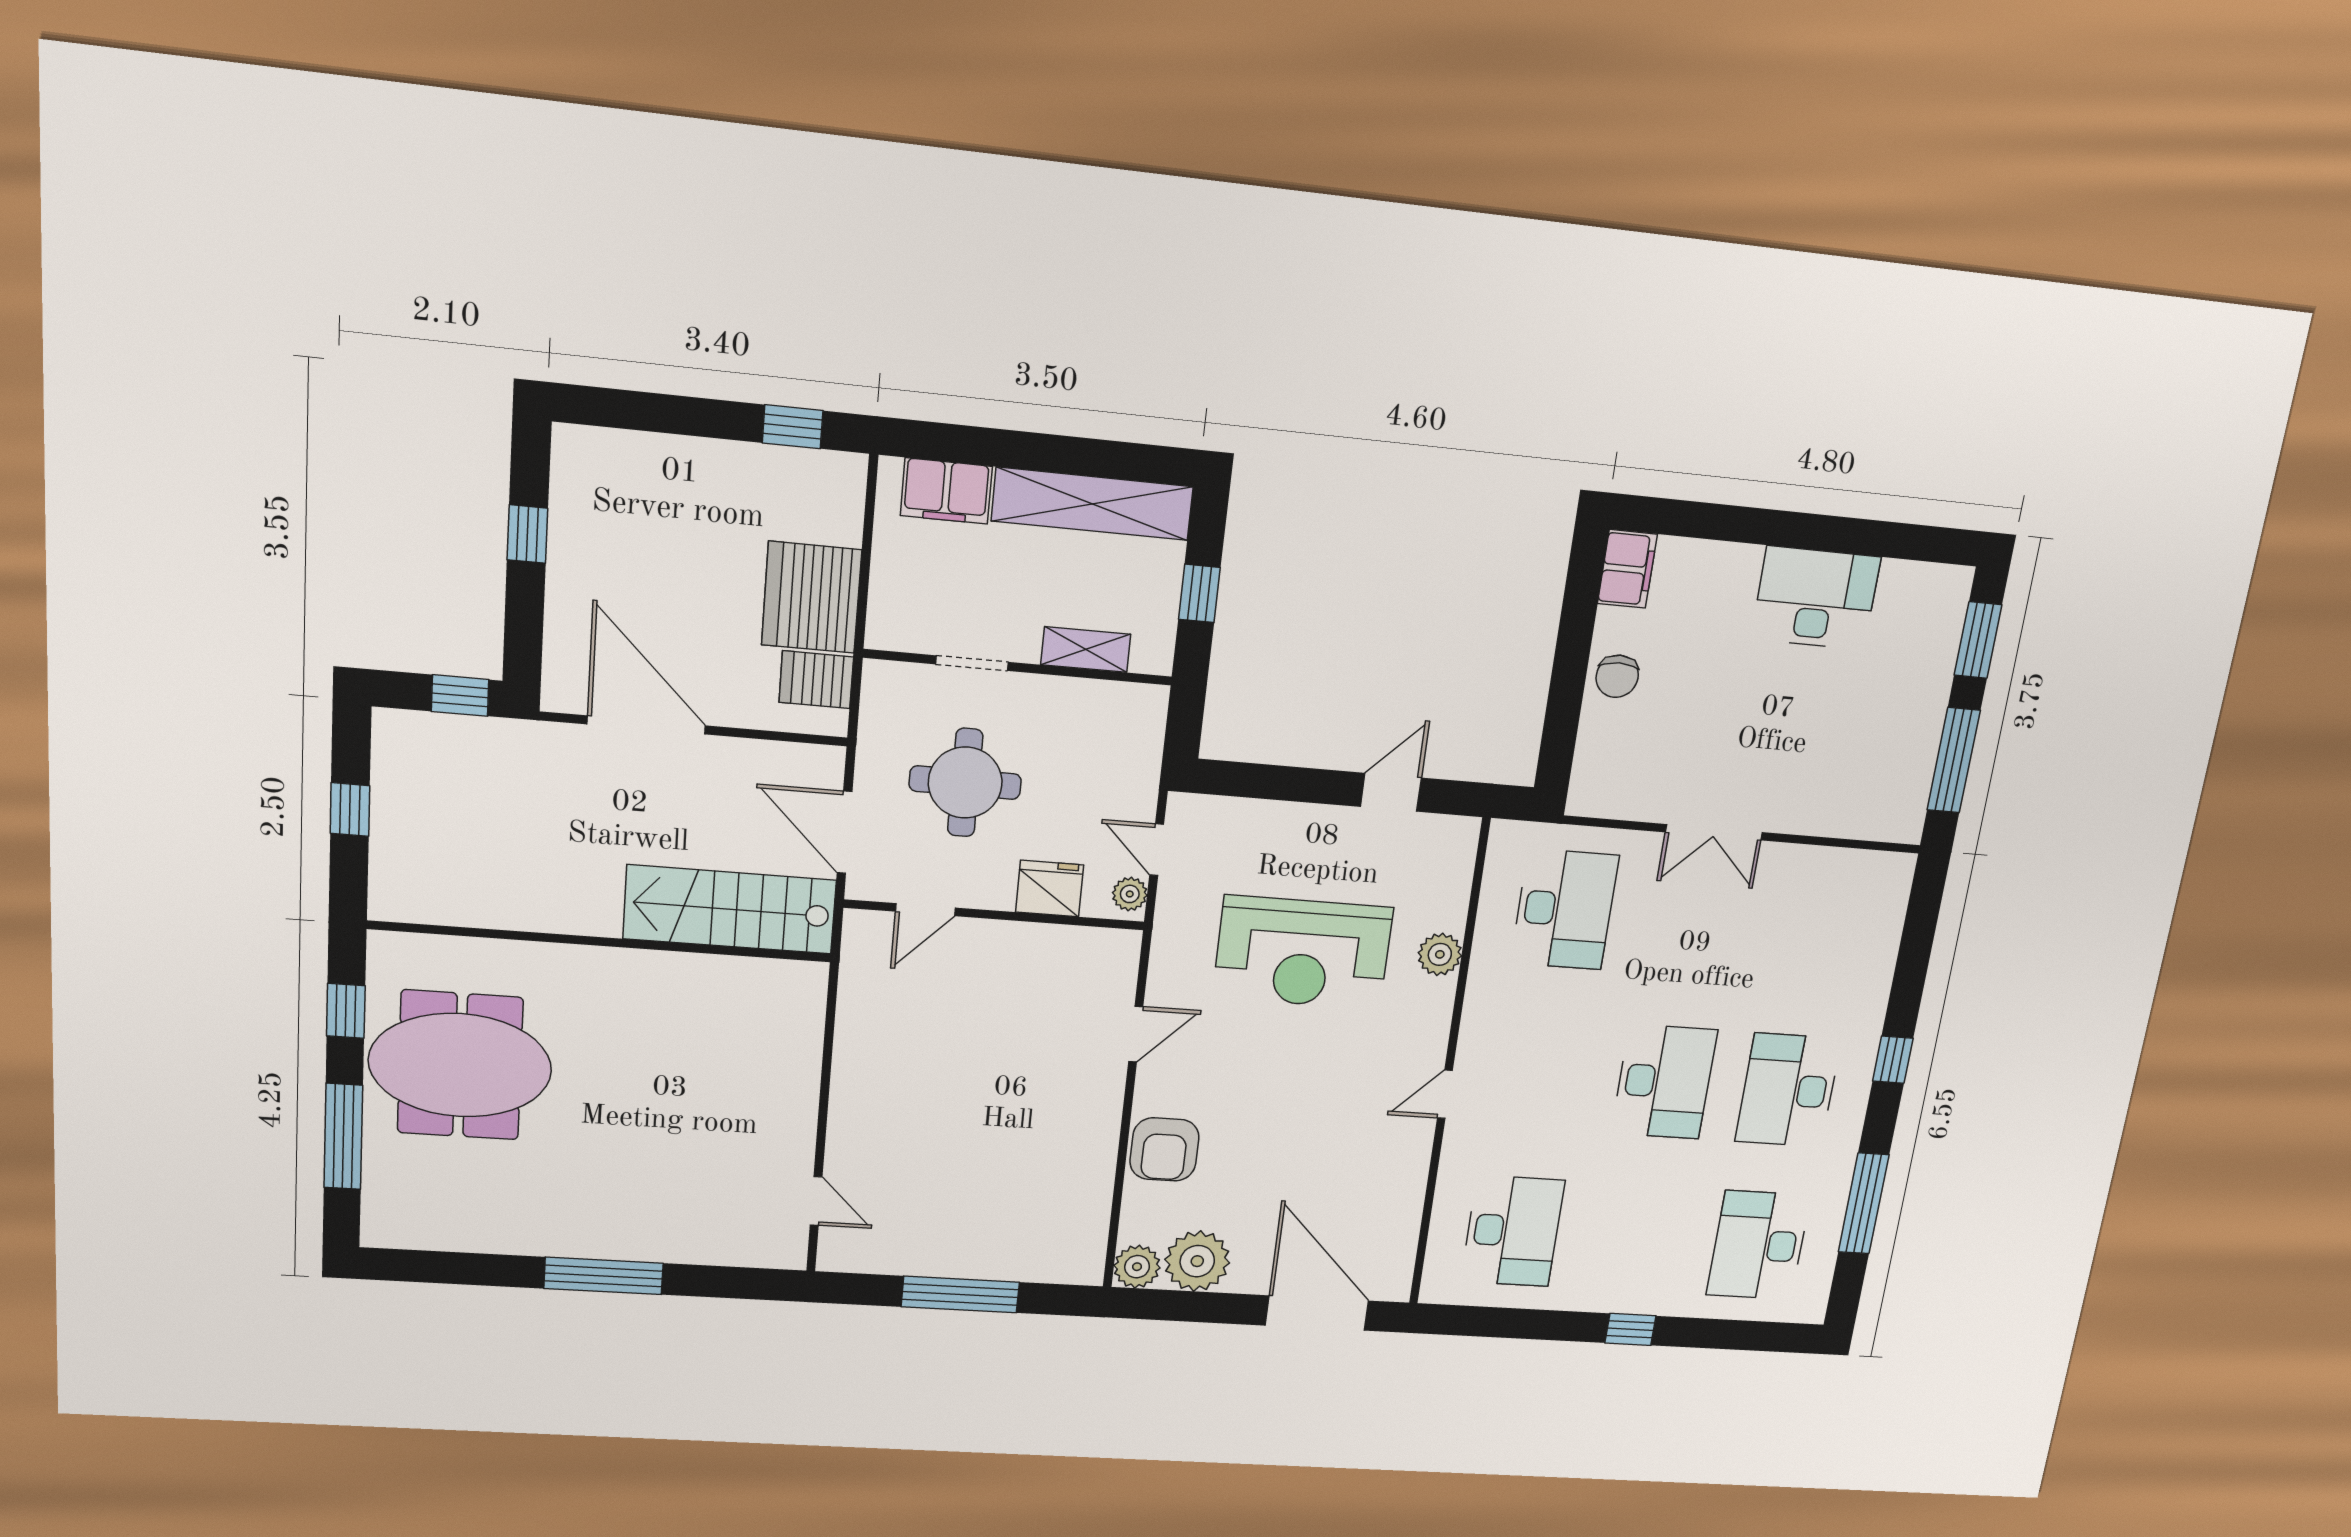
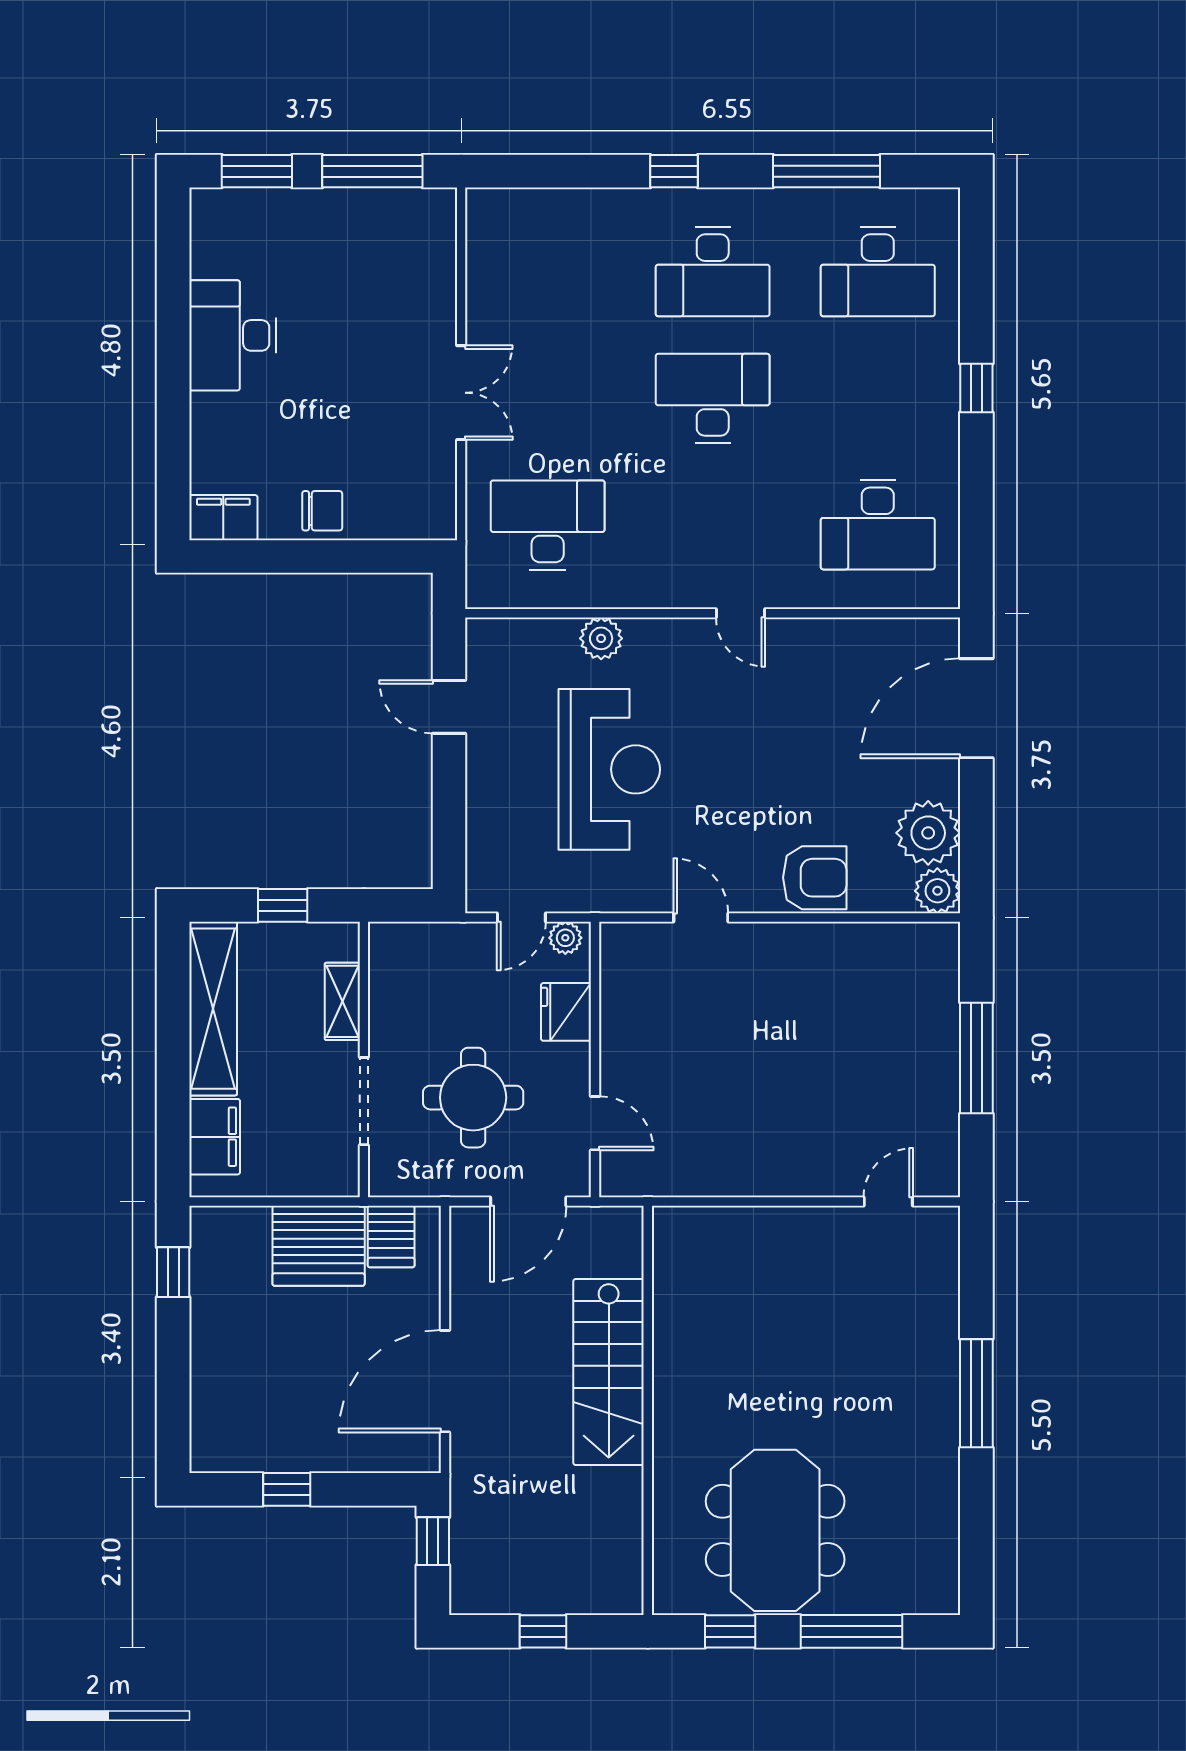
doorway: (972, 663) -> (364, 1101), width x1.38
stairs: (730, 909) -> (609, 1372), moved
desk: (1513, 1231) -> (878, 525), turned 180

